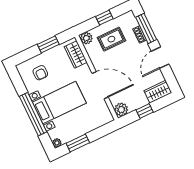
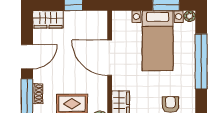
bed with nightstands: (59, 103) -> (158, 41), moved, turned -90
plant: (121, 110) -> (99, 19), removed

